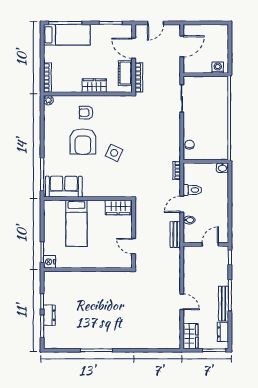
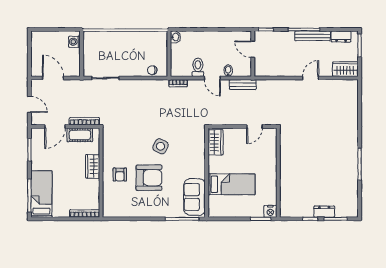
plant: (48, 100) -> (107, 213), removed

